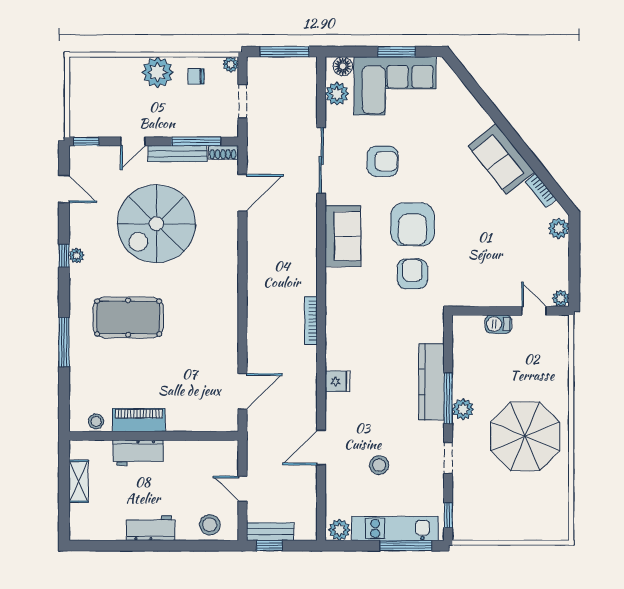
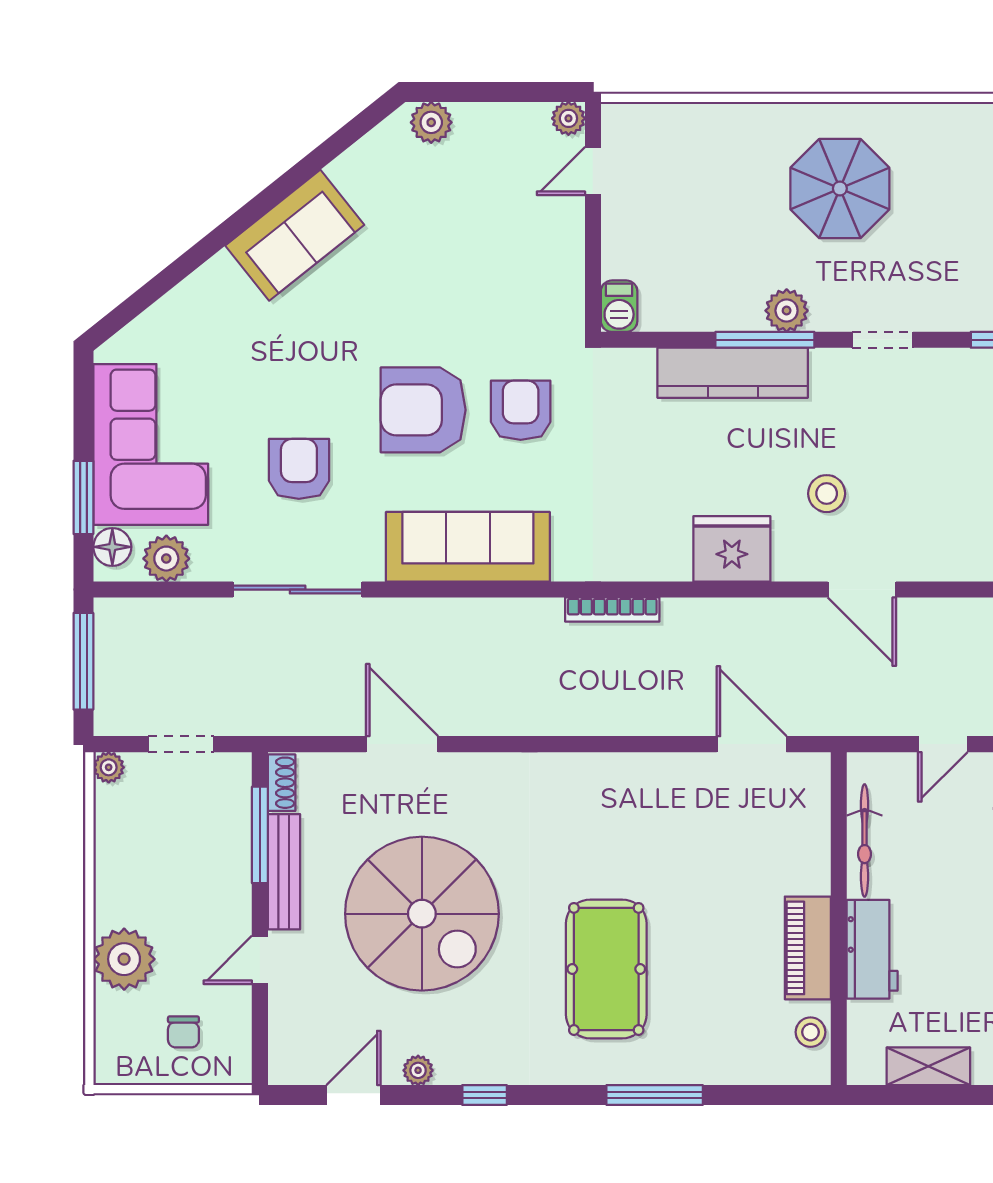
window: (397, 52) -> (83, 497), moved
plant: (158, 72) -> (124, 959), moved
chair: (196, 76) -> (183, 1032), moved
window: (86, 141) -> (260, 1051), removed
door: (133, 141) -> (260, 960), swing flipped
bookcase: (541, 190) -> (357, 158), removed
door: (242, 193) -> (402, 744), moved
armchair: (413, 224) -> (423, 410), turned 180
sofa: (343, 236) -> (468, 547), width x1.36
plant: (77, 256) -> (418, 1070), moved
armchair: (412, 274) -> (521, 410), turned 90
barbecue: (498, 324) -> (619, 306), moved
fridge: (338, 381) -> (732, 549), width x1.88, depth x1.34
parasol: (525, 436) -> (840, 189), width x0.73, depth x0.73
bicycle: (193, 449) -> (865, 840), added
stool: (379, 465) -> (827, 494), moved

